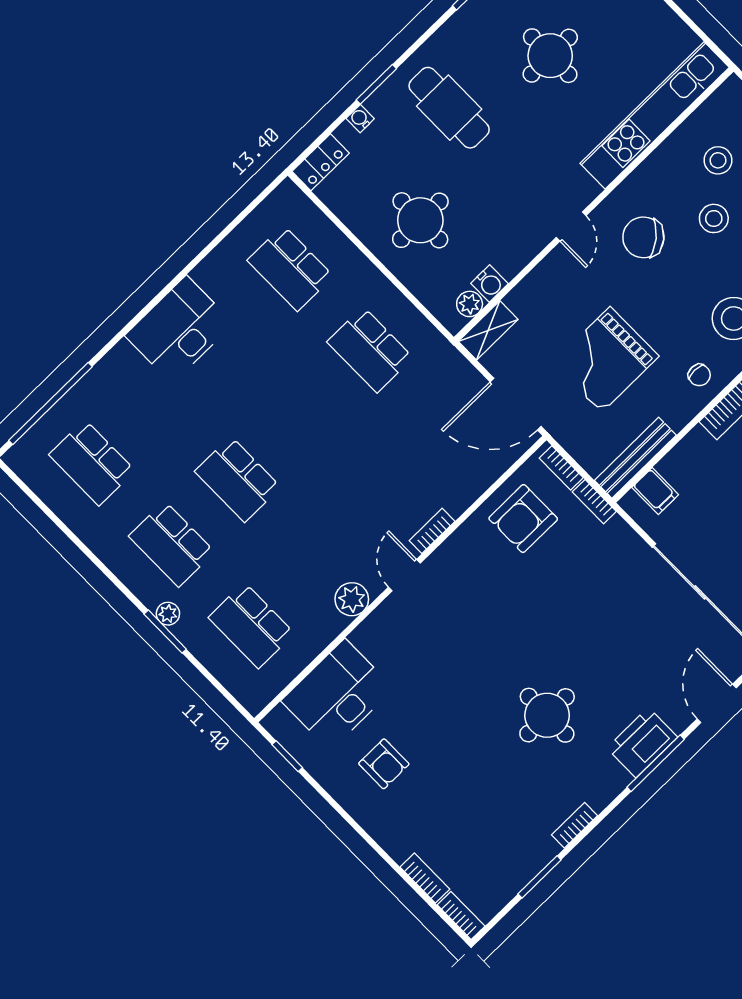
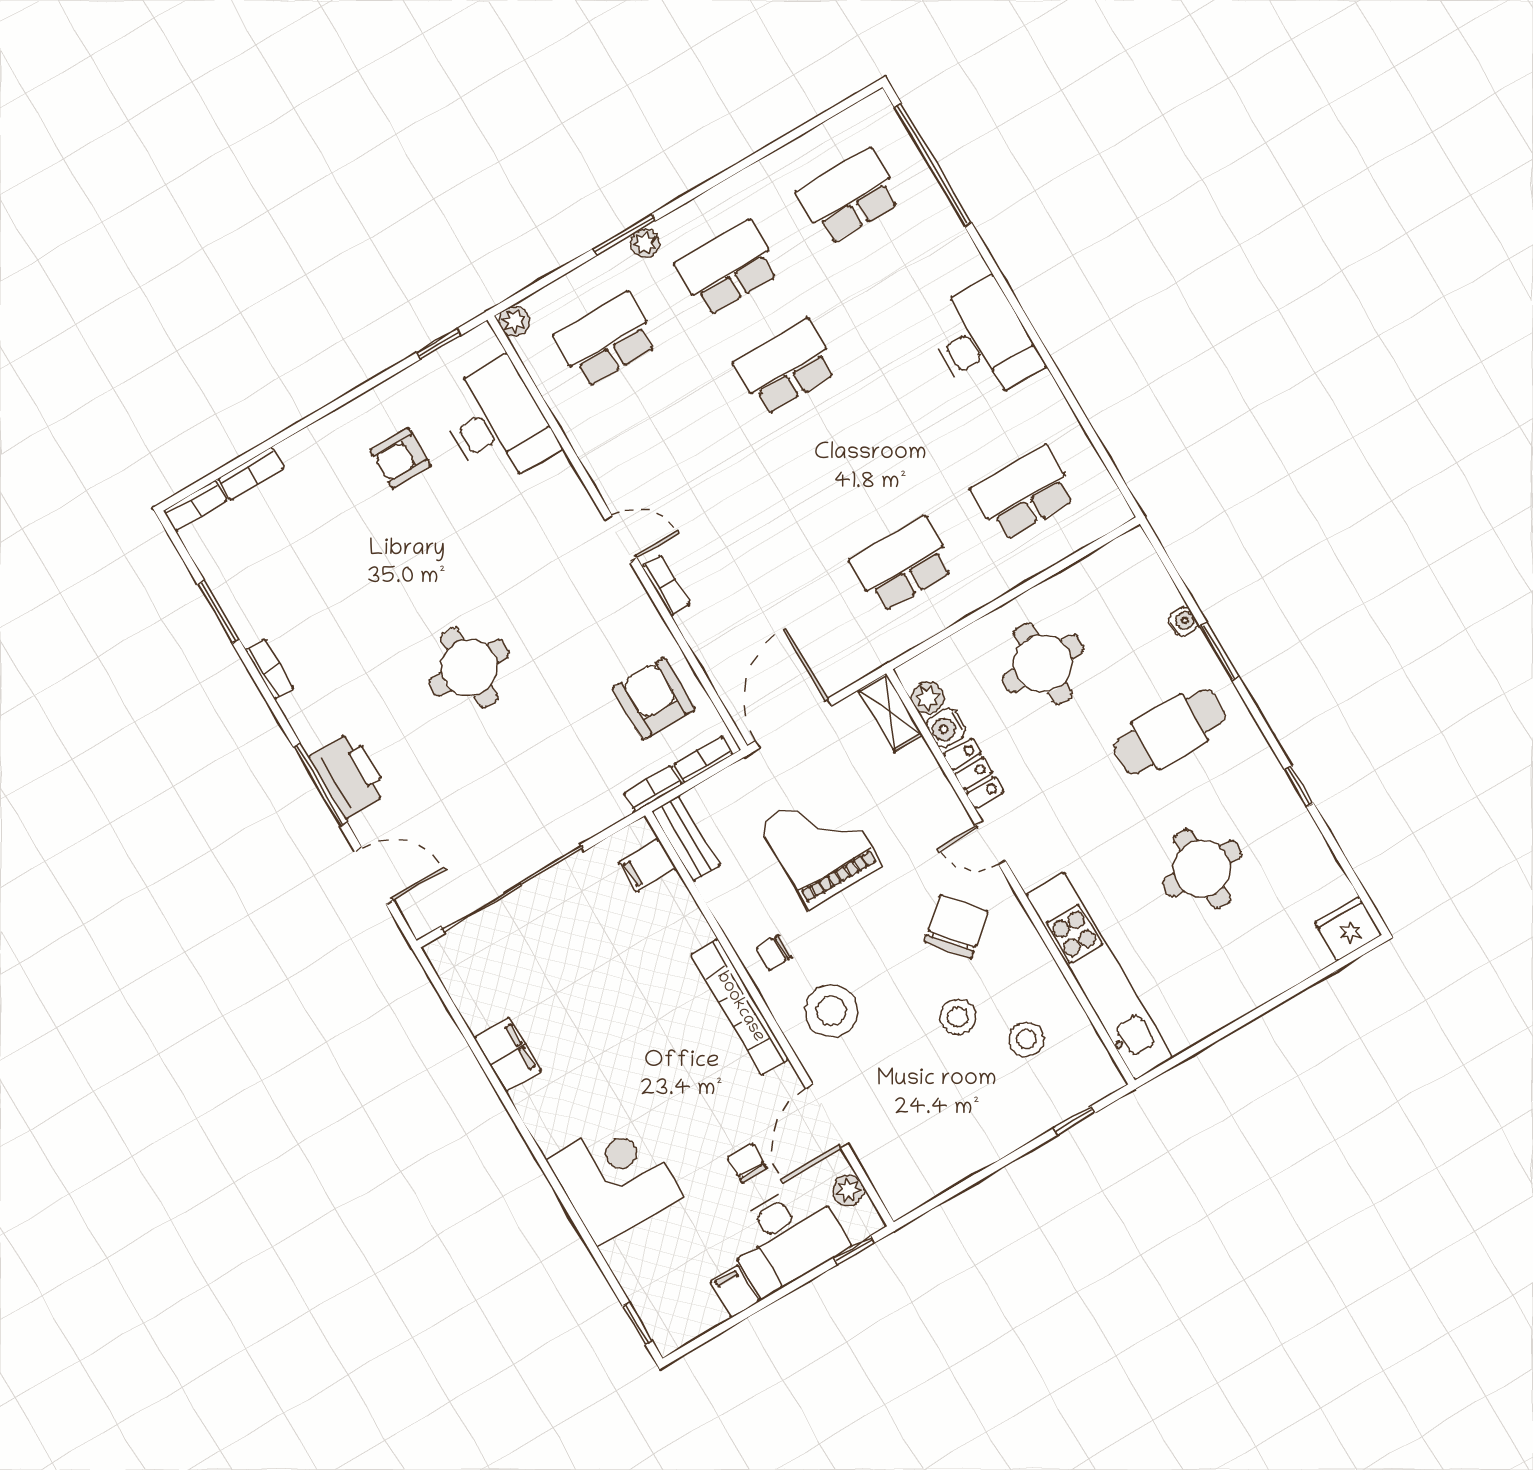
locker: (321, 162) -> (973, 773), moved, turned 180
bench: (635, 458) -> (686, 839), width x0.73
plant: (352, 599) -> (514, 321), moved, width x0.73, depth x0.73
round table: (547, 715) -> (469, 668), moved

